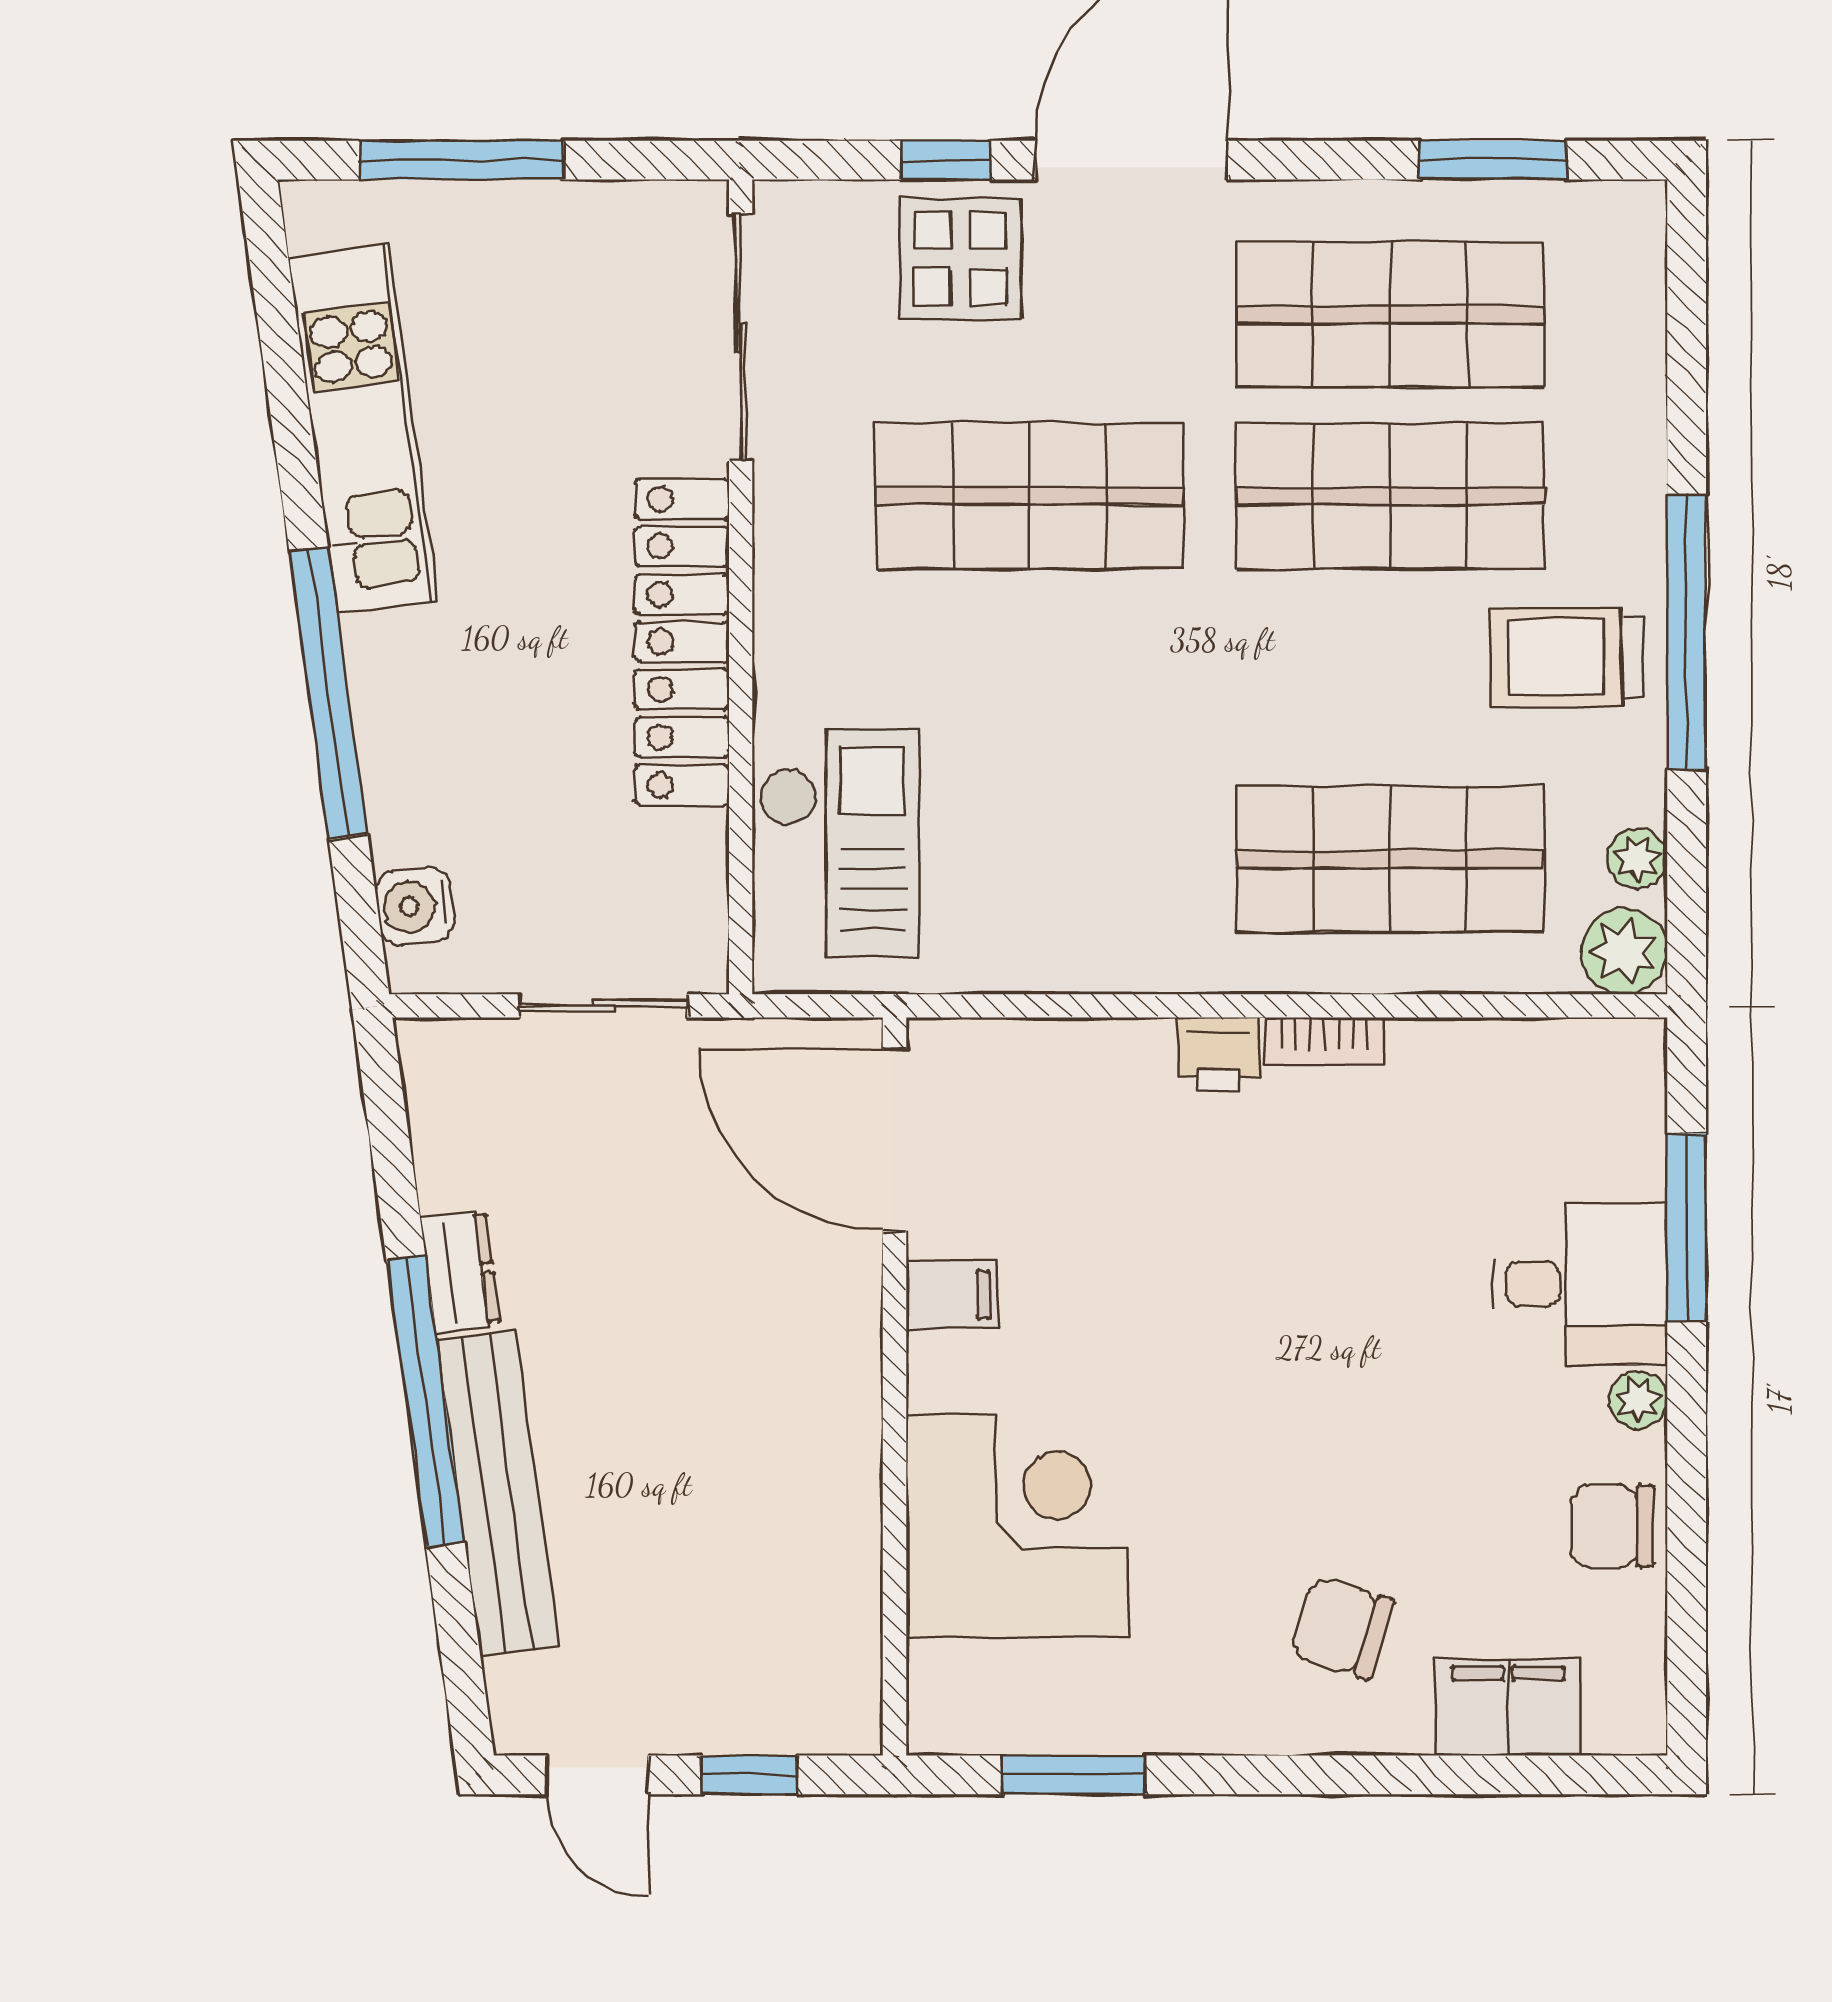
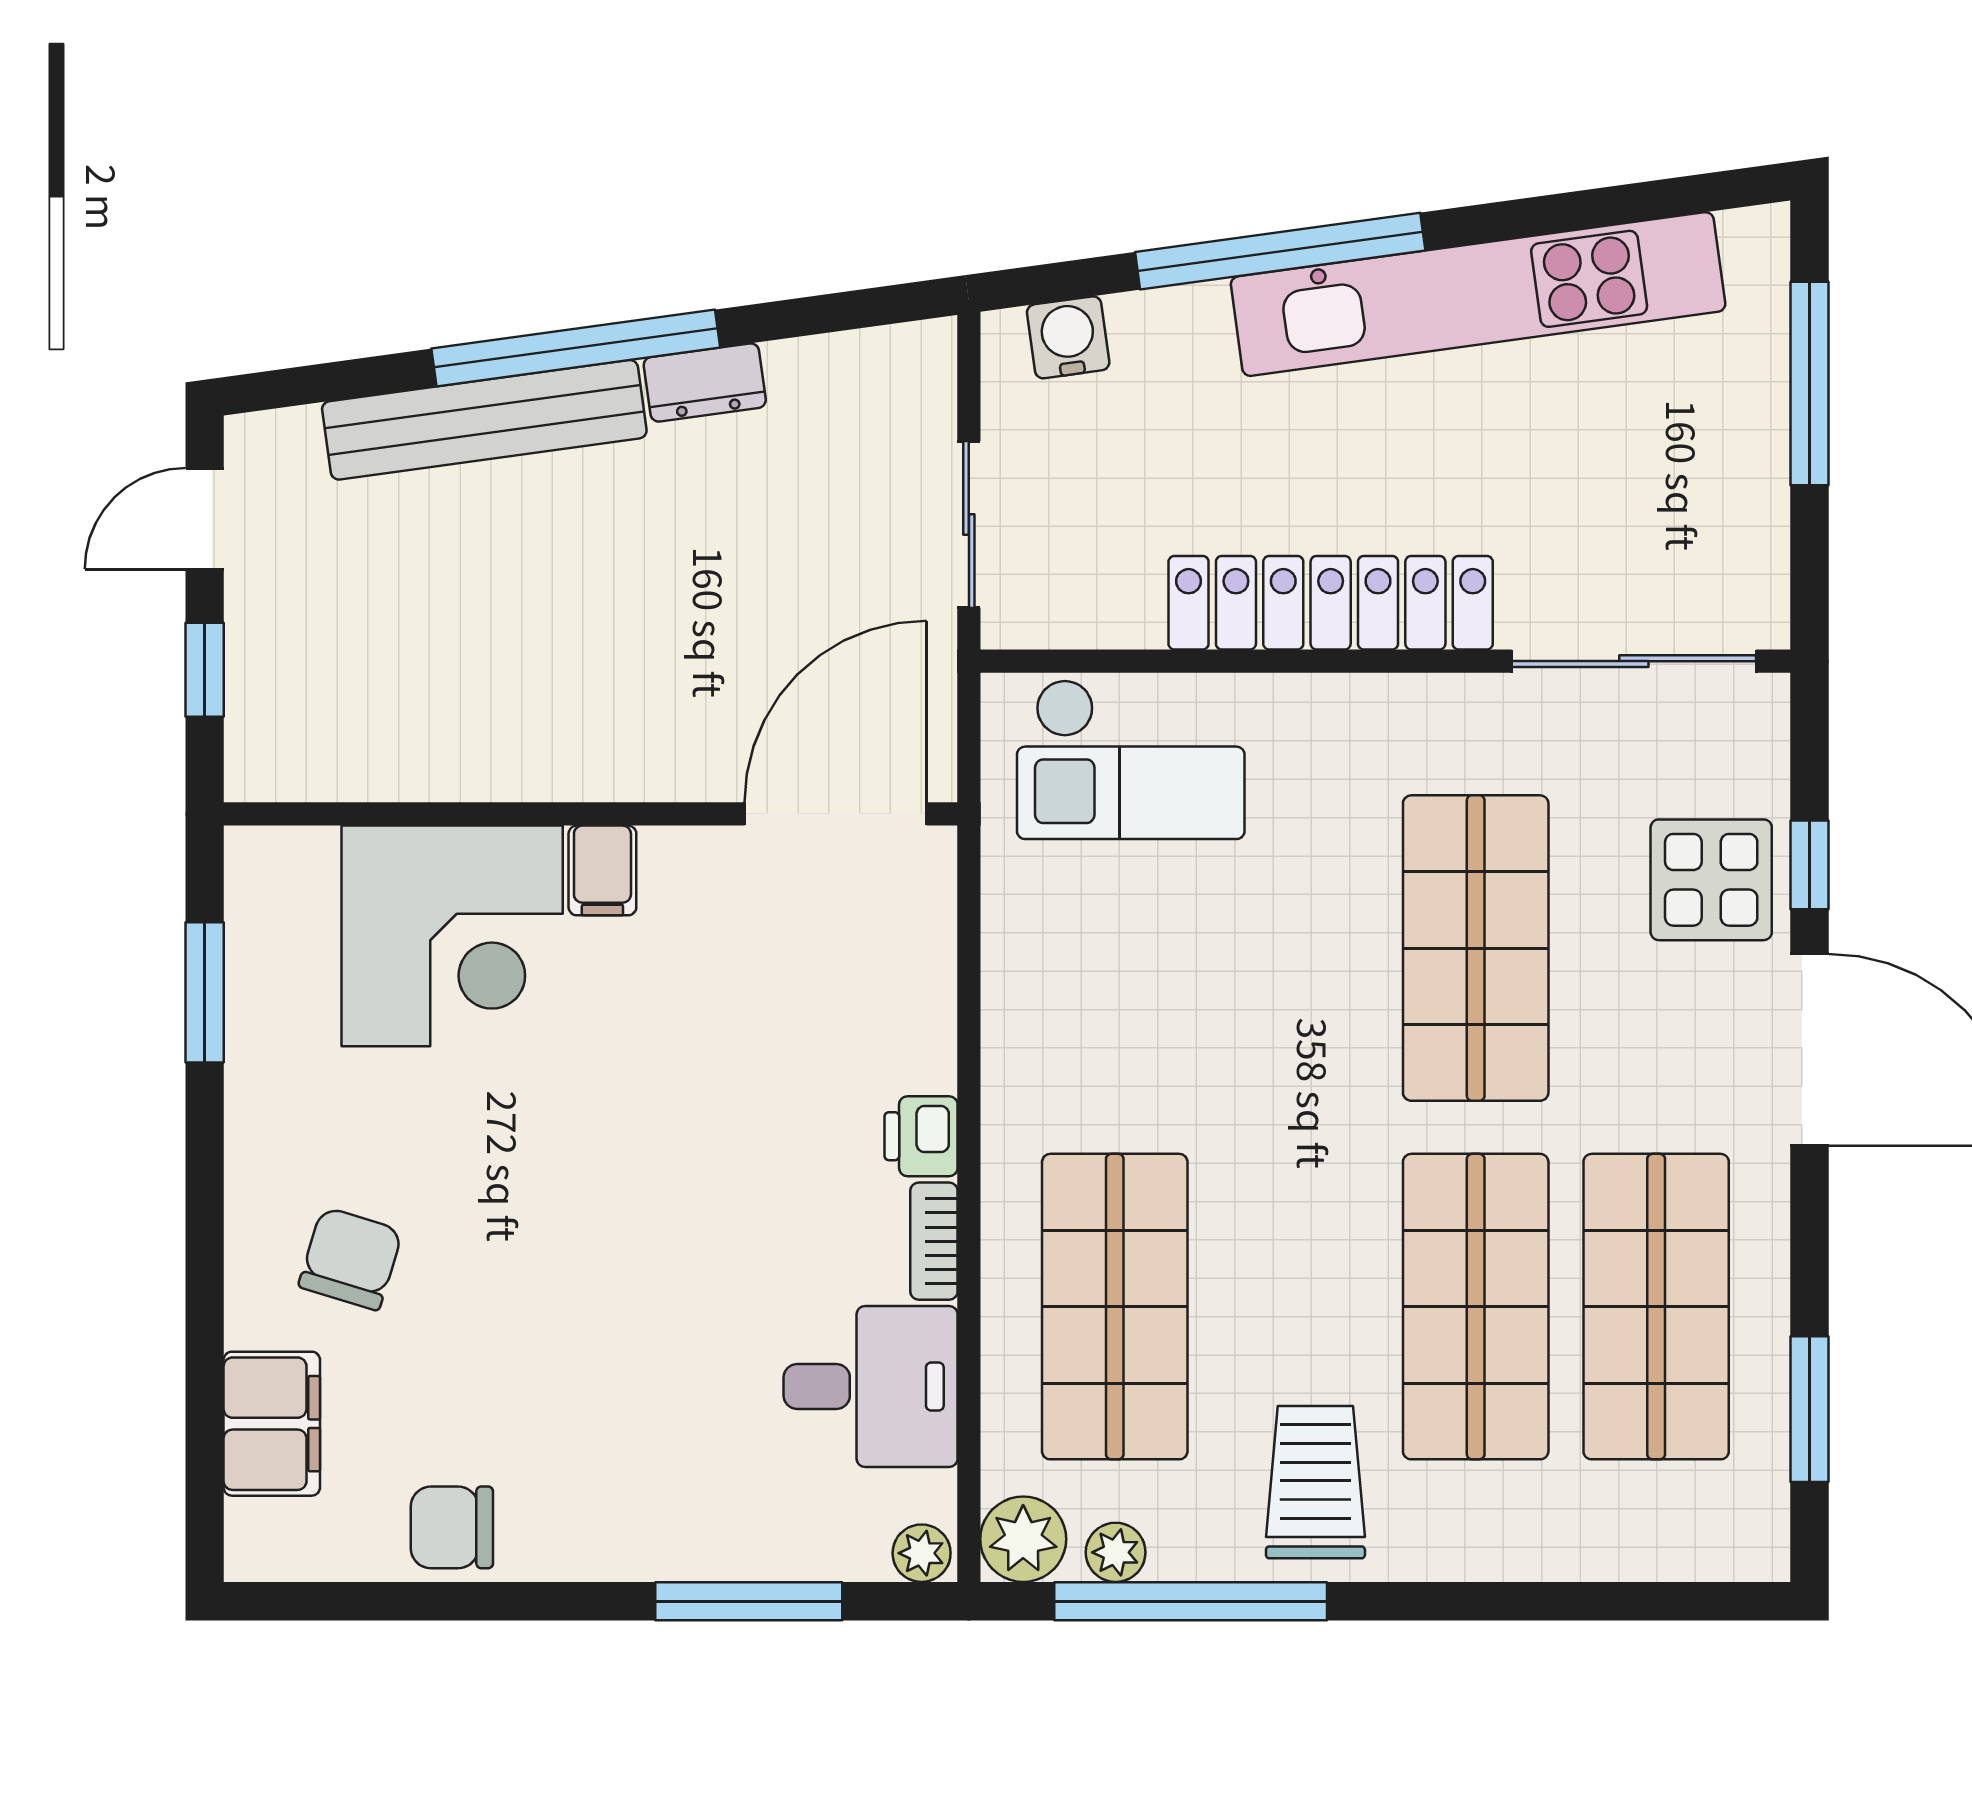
kitchen unit: (363, 429) -> (1478, 294), width x1.36
window: (1687, 632) -> (1191, 1601), moved
desk: (1580, 1284) -> (871, 1387), moved, turned -90
filing cabinet: (951, 1295) -> (602, 870), moved
plant: (1638, 1400) -> (922, 1553), moved
chair: (1612, 1526) -> (452, 1527), turned -90

